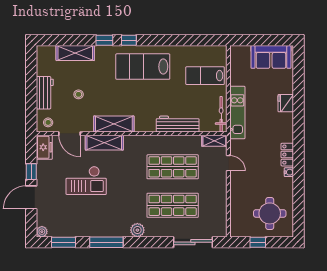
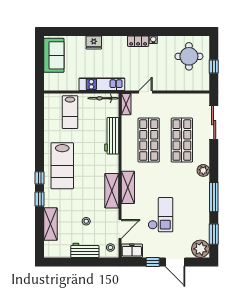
shelving: (104, 143) -> (128, 187), moved
plant: (42, 232) -> (200, 249), width x1.88, depth x1.88

